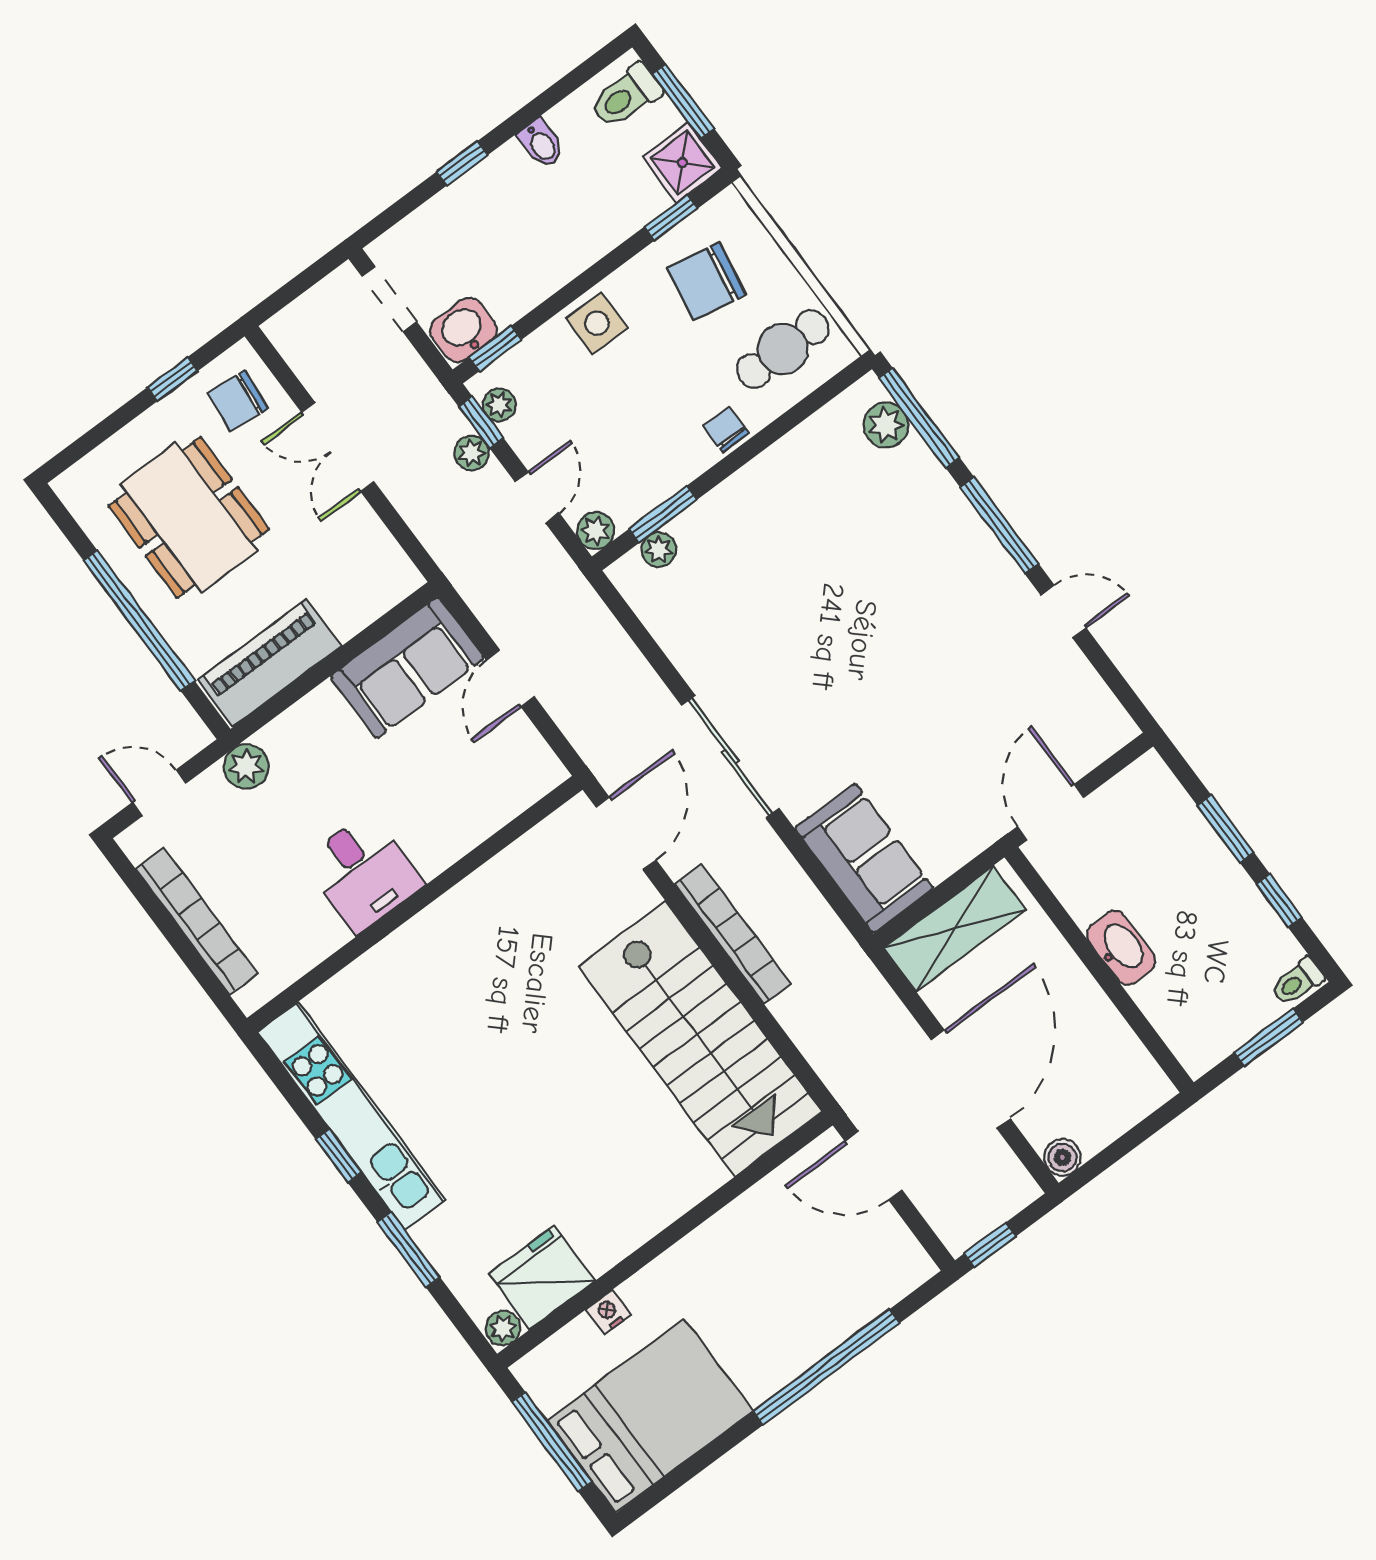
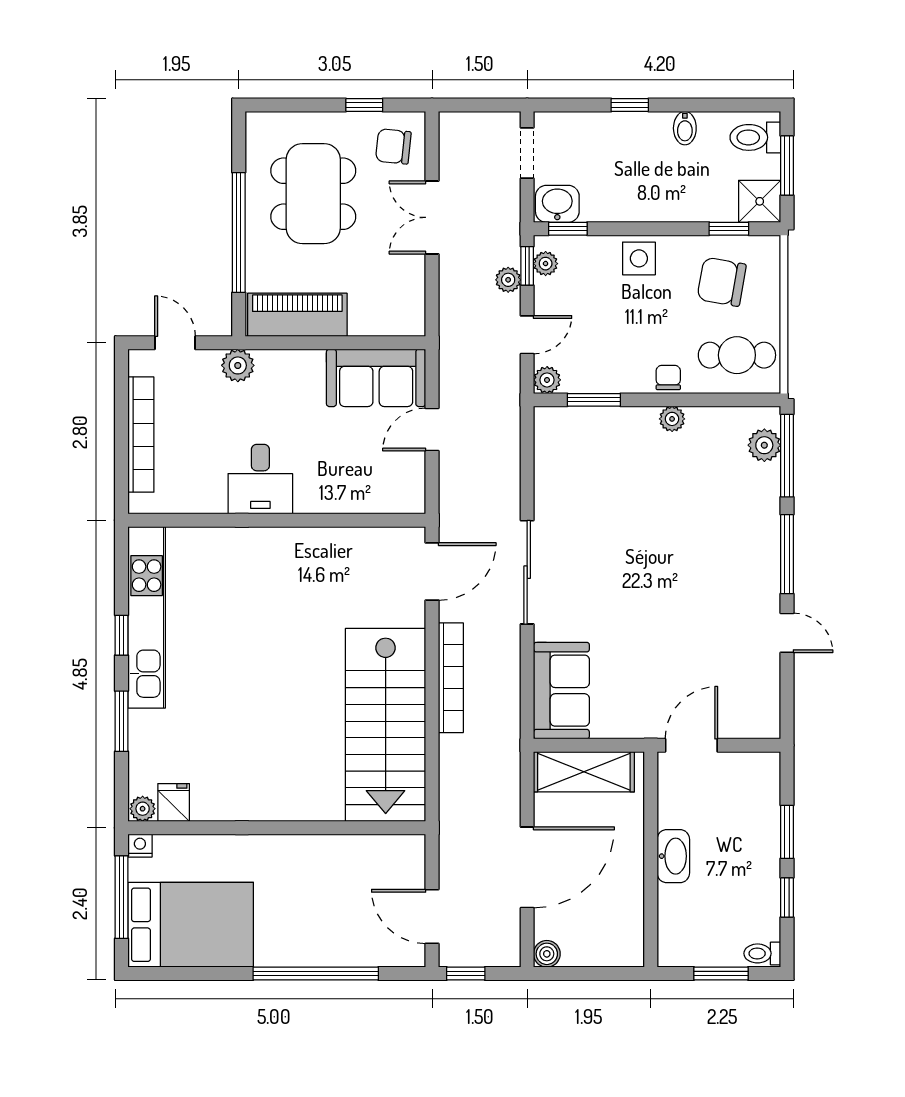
plant: (659, 550) -> (672, 419), moved
door: (874, 1166) -> (432, 916), moved
fridge: (542, 1278) -> (174, 802), width x0.53, depth x0.75
nightstand: (608, 1312) -> (140, 846), moved

